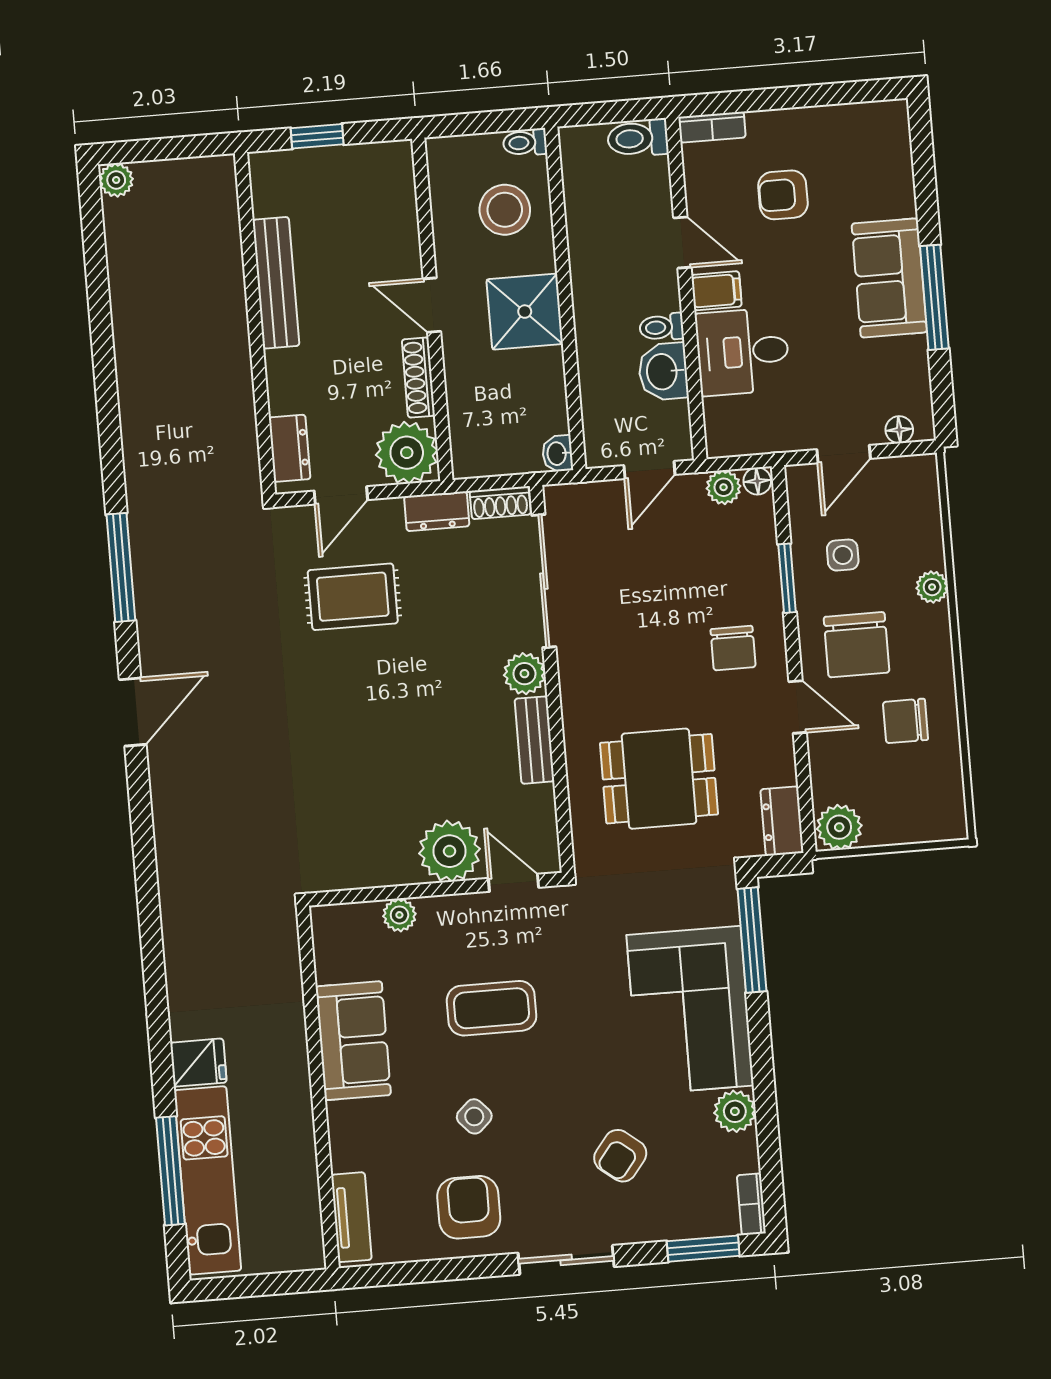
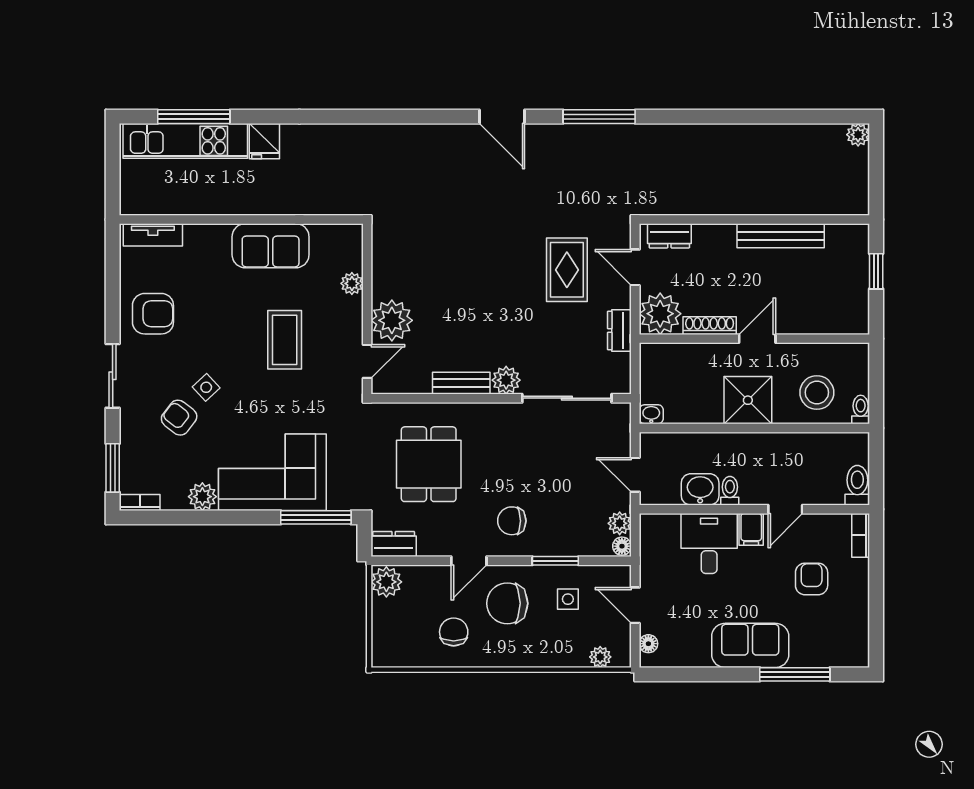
window: (934, 297) -> (795, 674), moved
shoe rack: (500, 503) -> (622, 373), removed
plant: (932, 587) -> (600, 657), moved
side table: (474, 1116) -> (206, 387), moved

